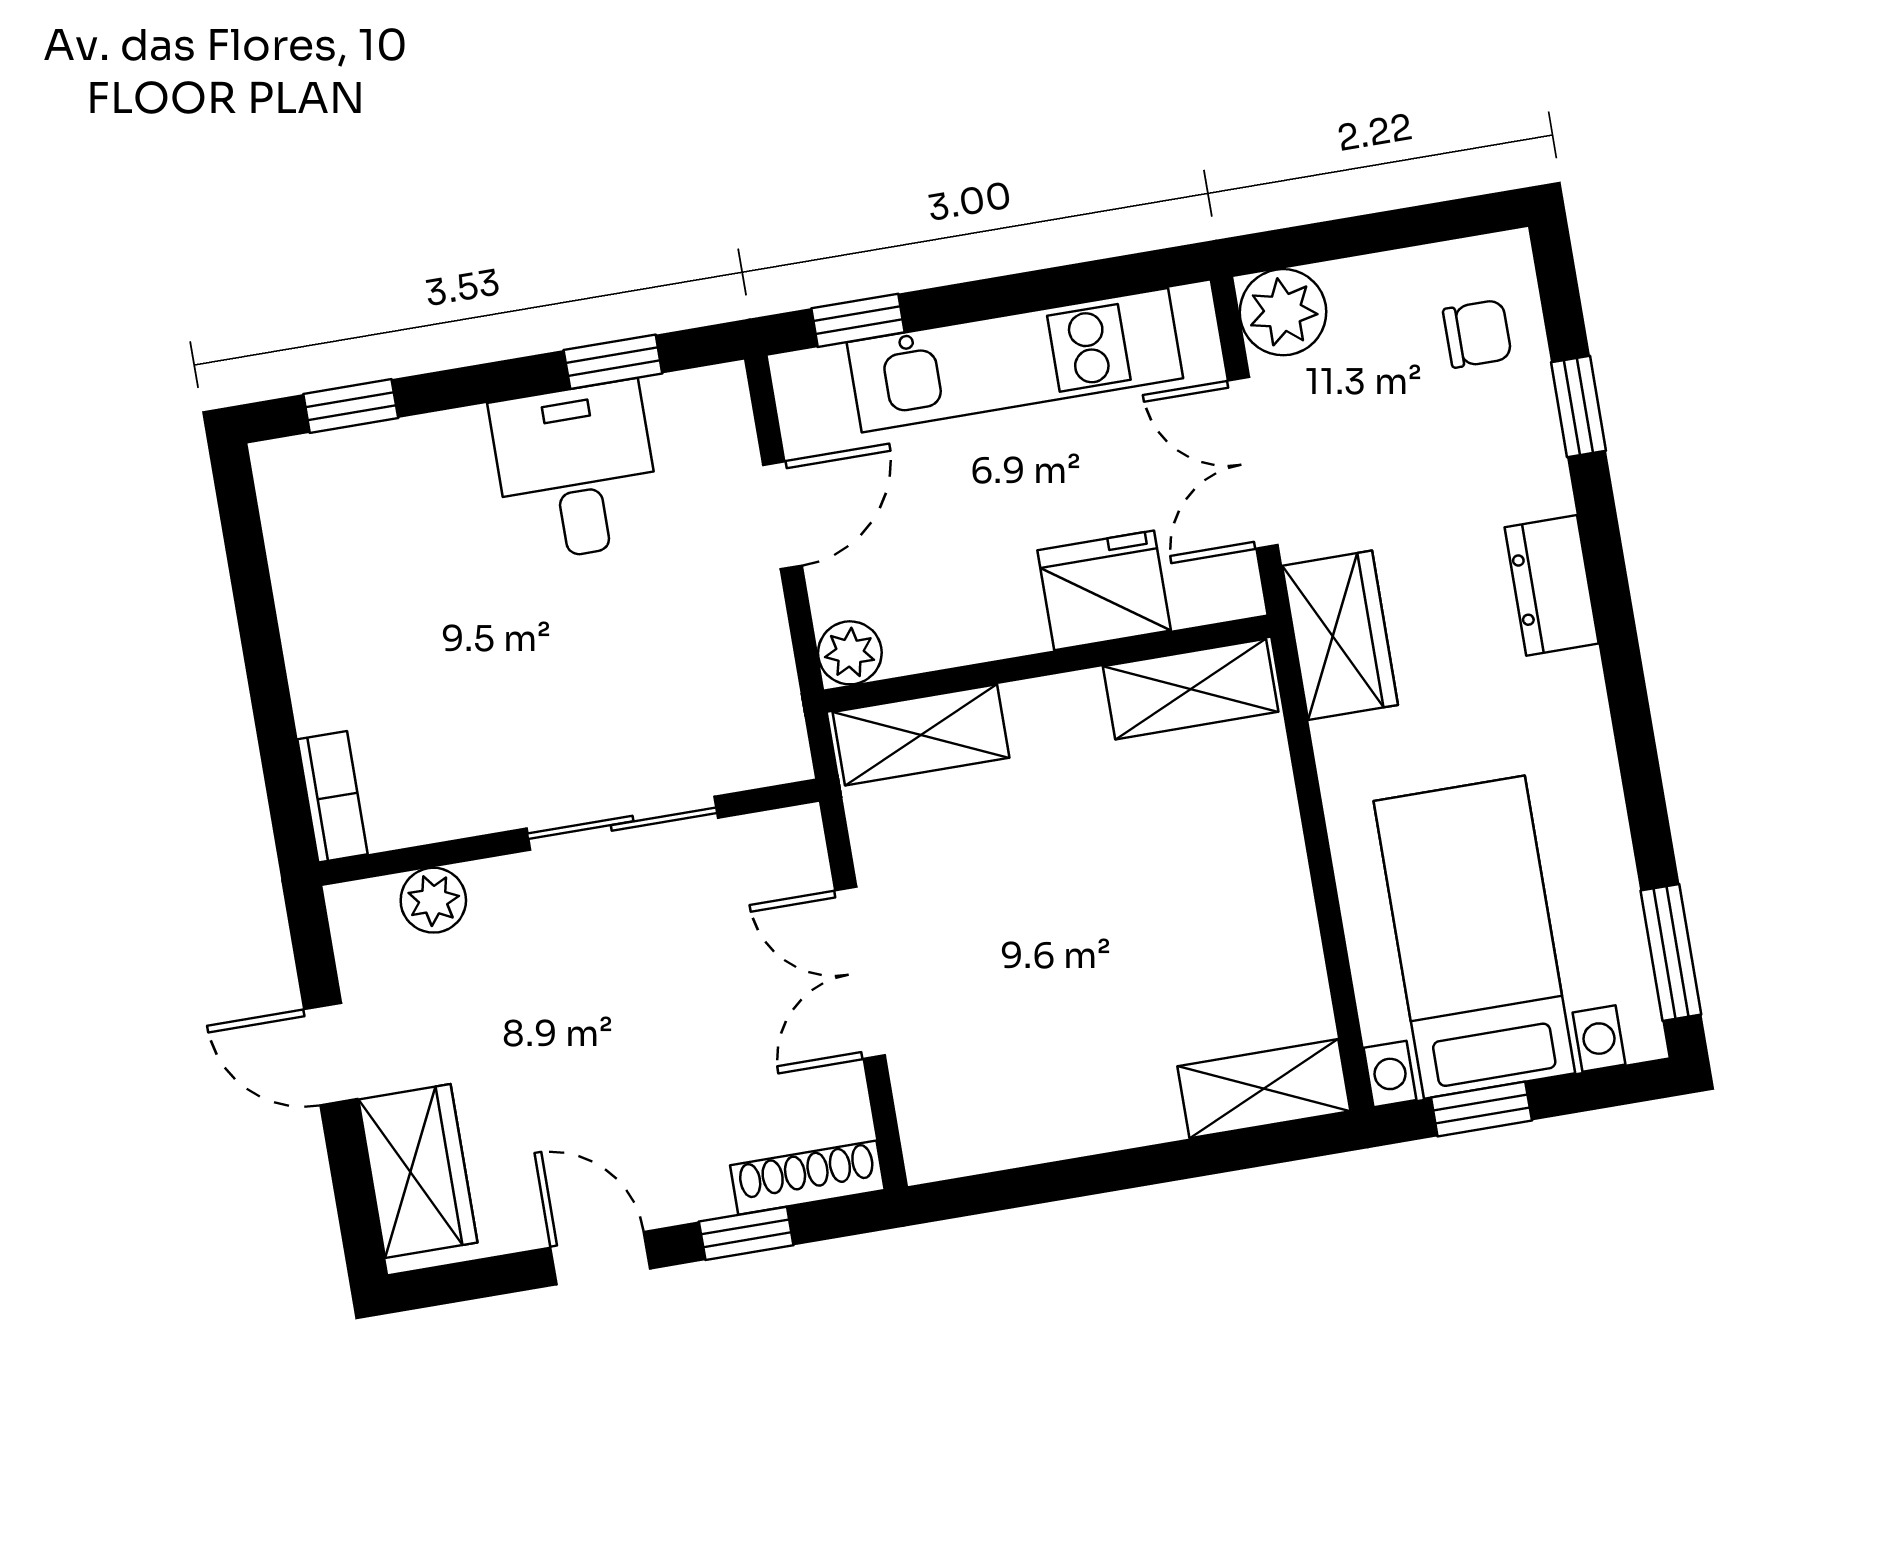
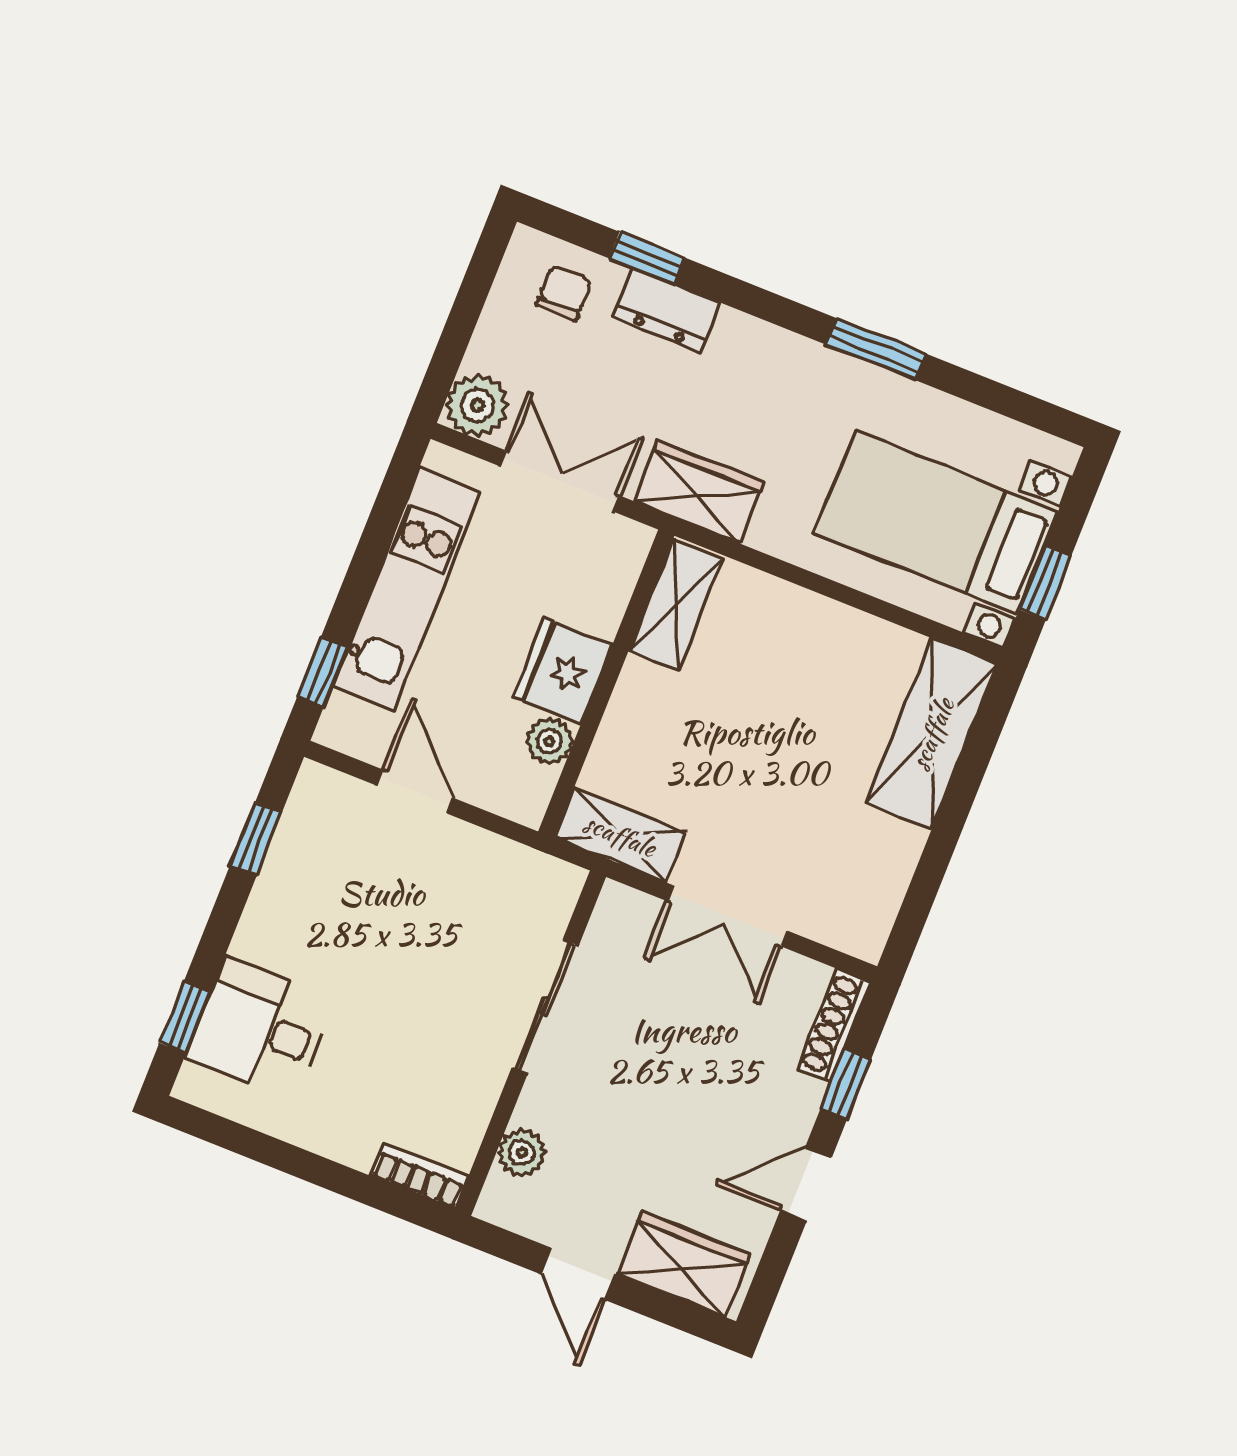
double door: (1253, 463) -> (559, 481), swing flipped
desk: (576, 471) -> (260, 1028), moved
dresser: (1552, 585) -> (667, 310), moved
fridge: (1104, 590) -> (562, 671), moved
plant: (850, 653) -> (549, 741), moved
shelving: (921, 735) -> (620, 835), moved, turned 90
window: (1671, 952) -> (876, 349), moved
door: (331, 1054) -> (578, 1274), hinge flipped
shelving: (1264, 1089) -> (932, 734), width x1.50, depth x1.33

